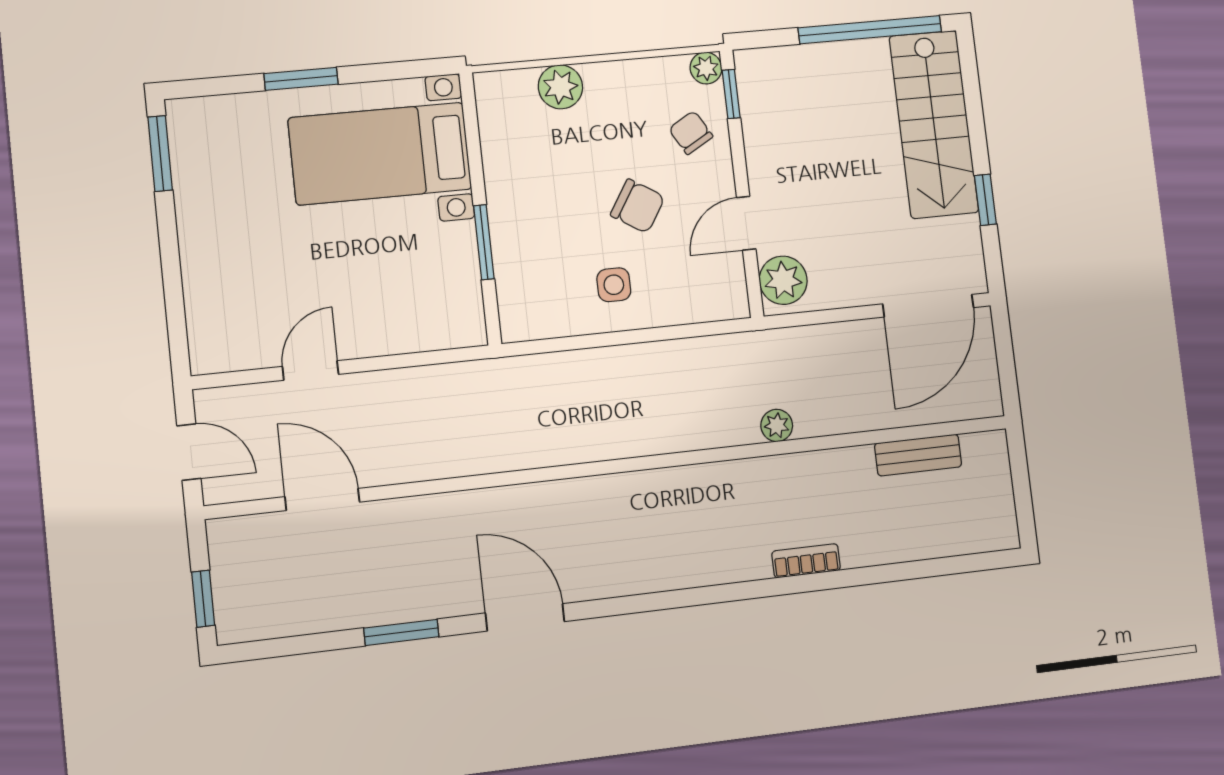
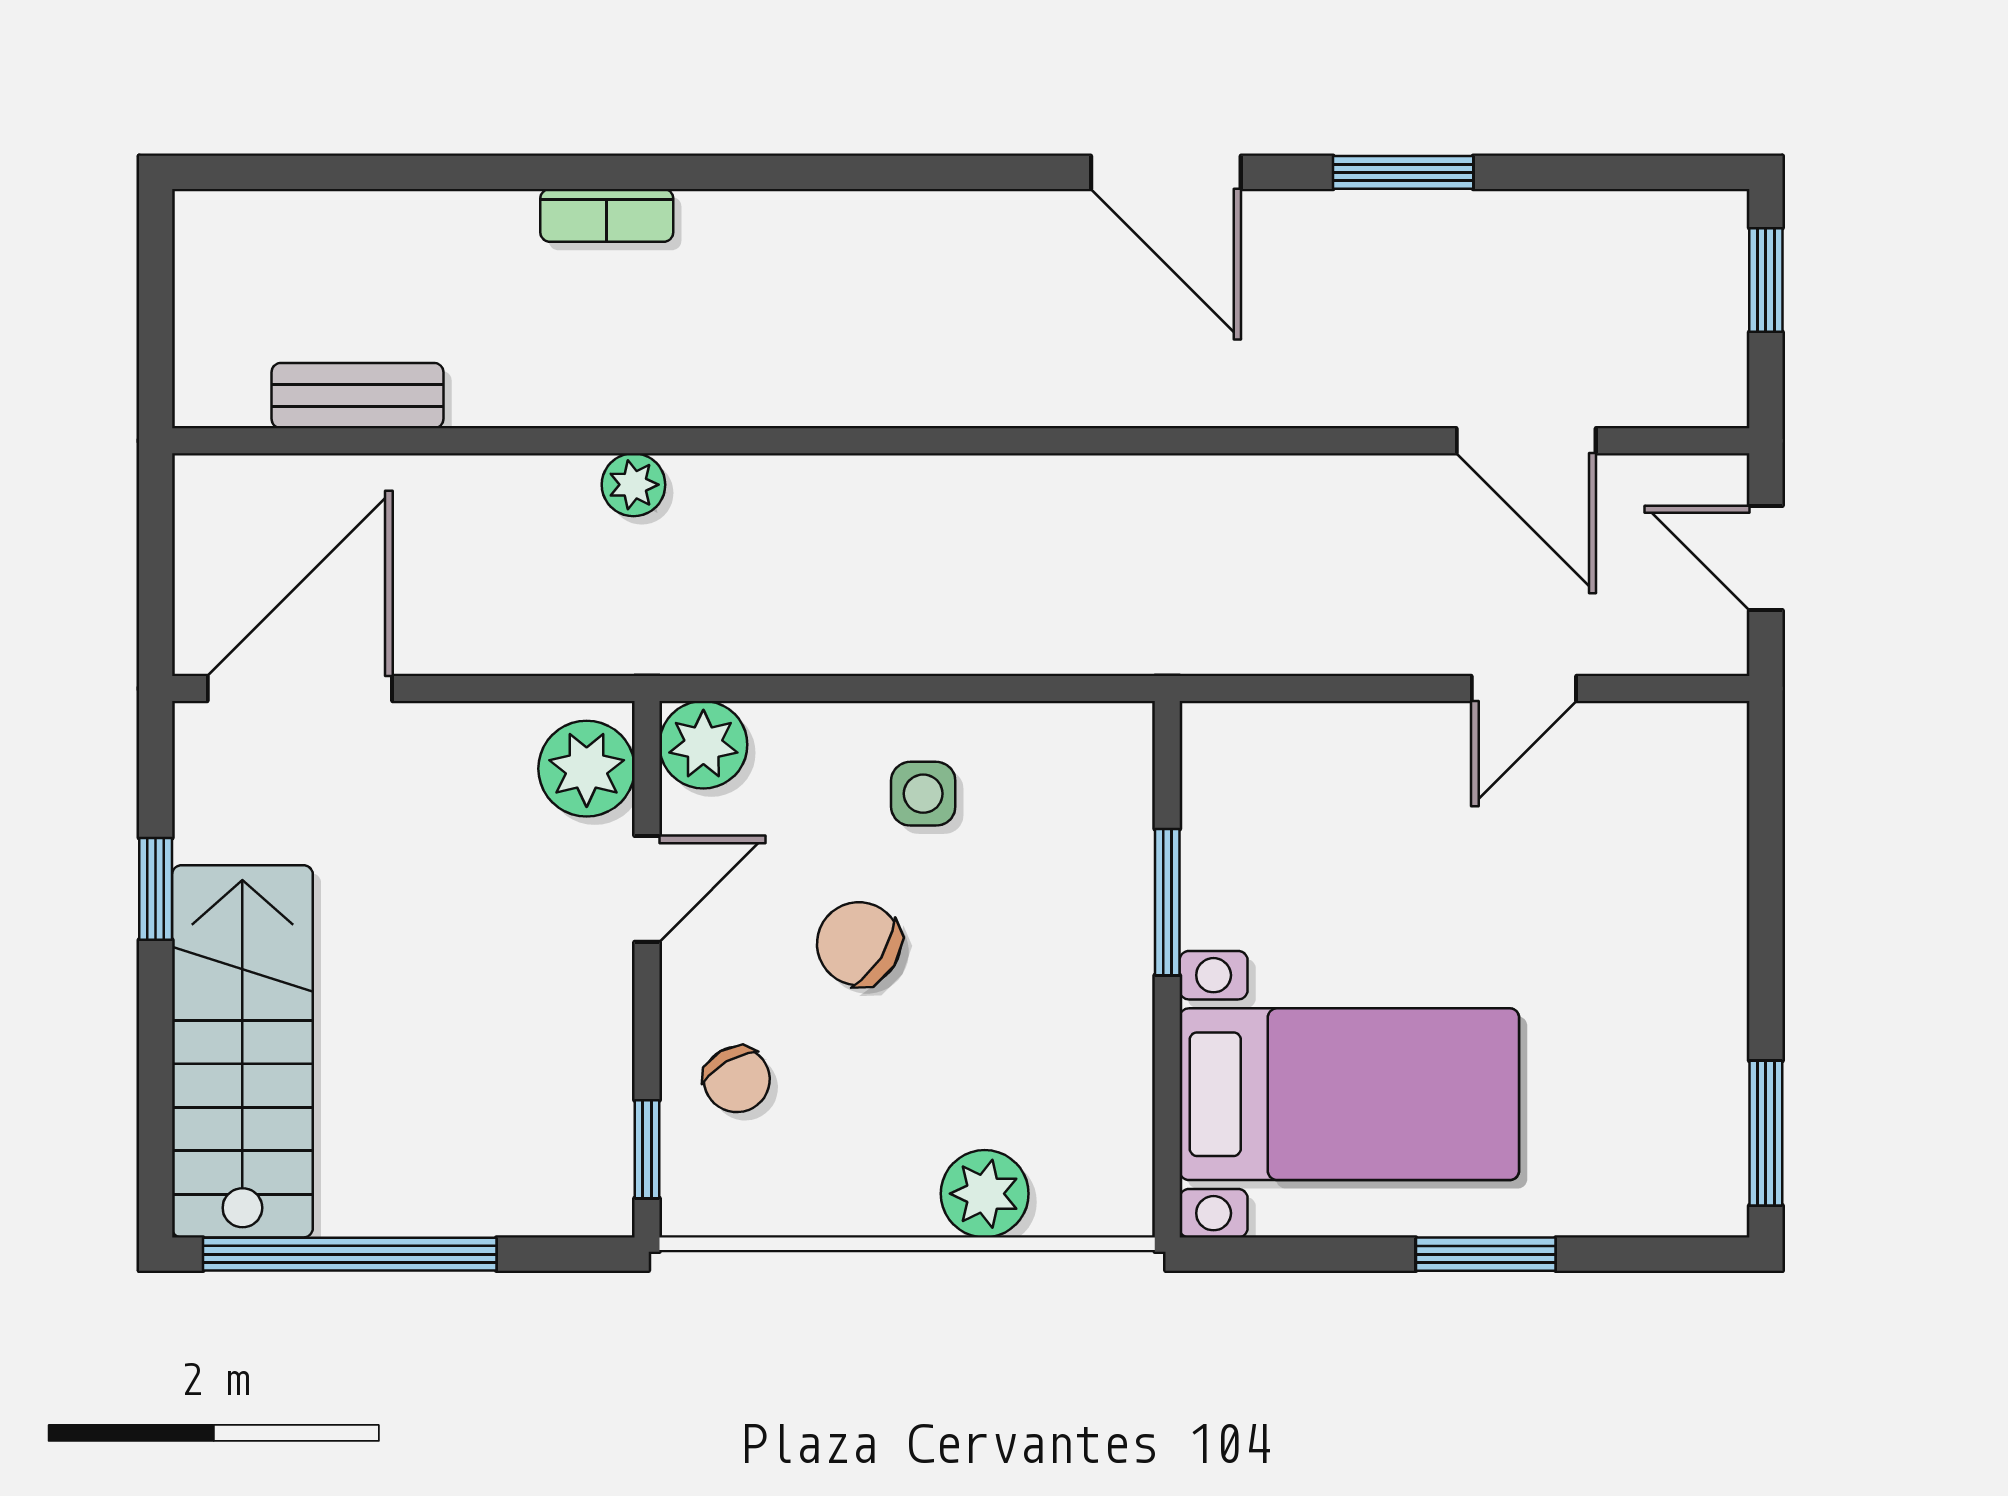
plant: (706, 68) -> (703, 745), moved, width x1.38, depth x1.38

